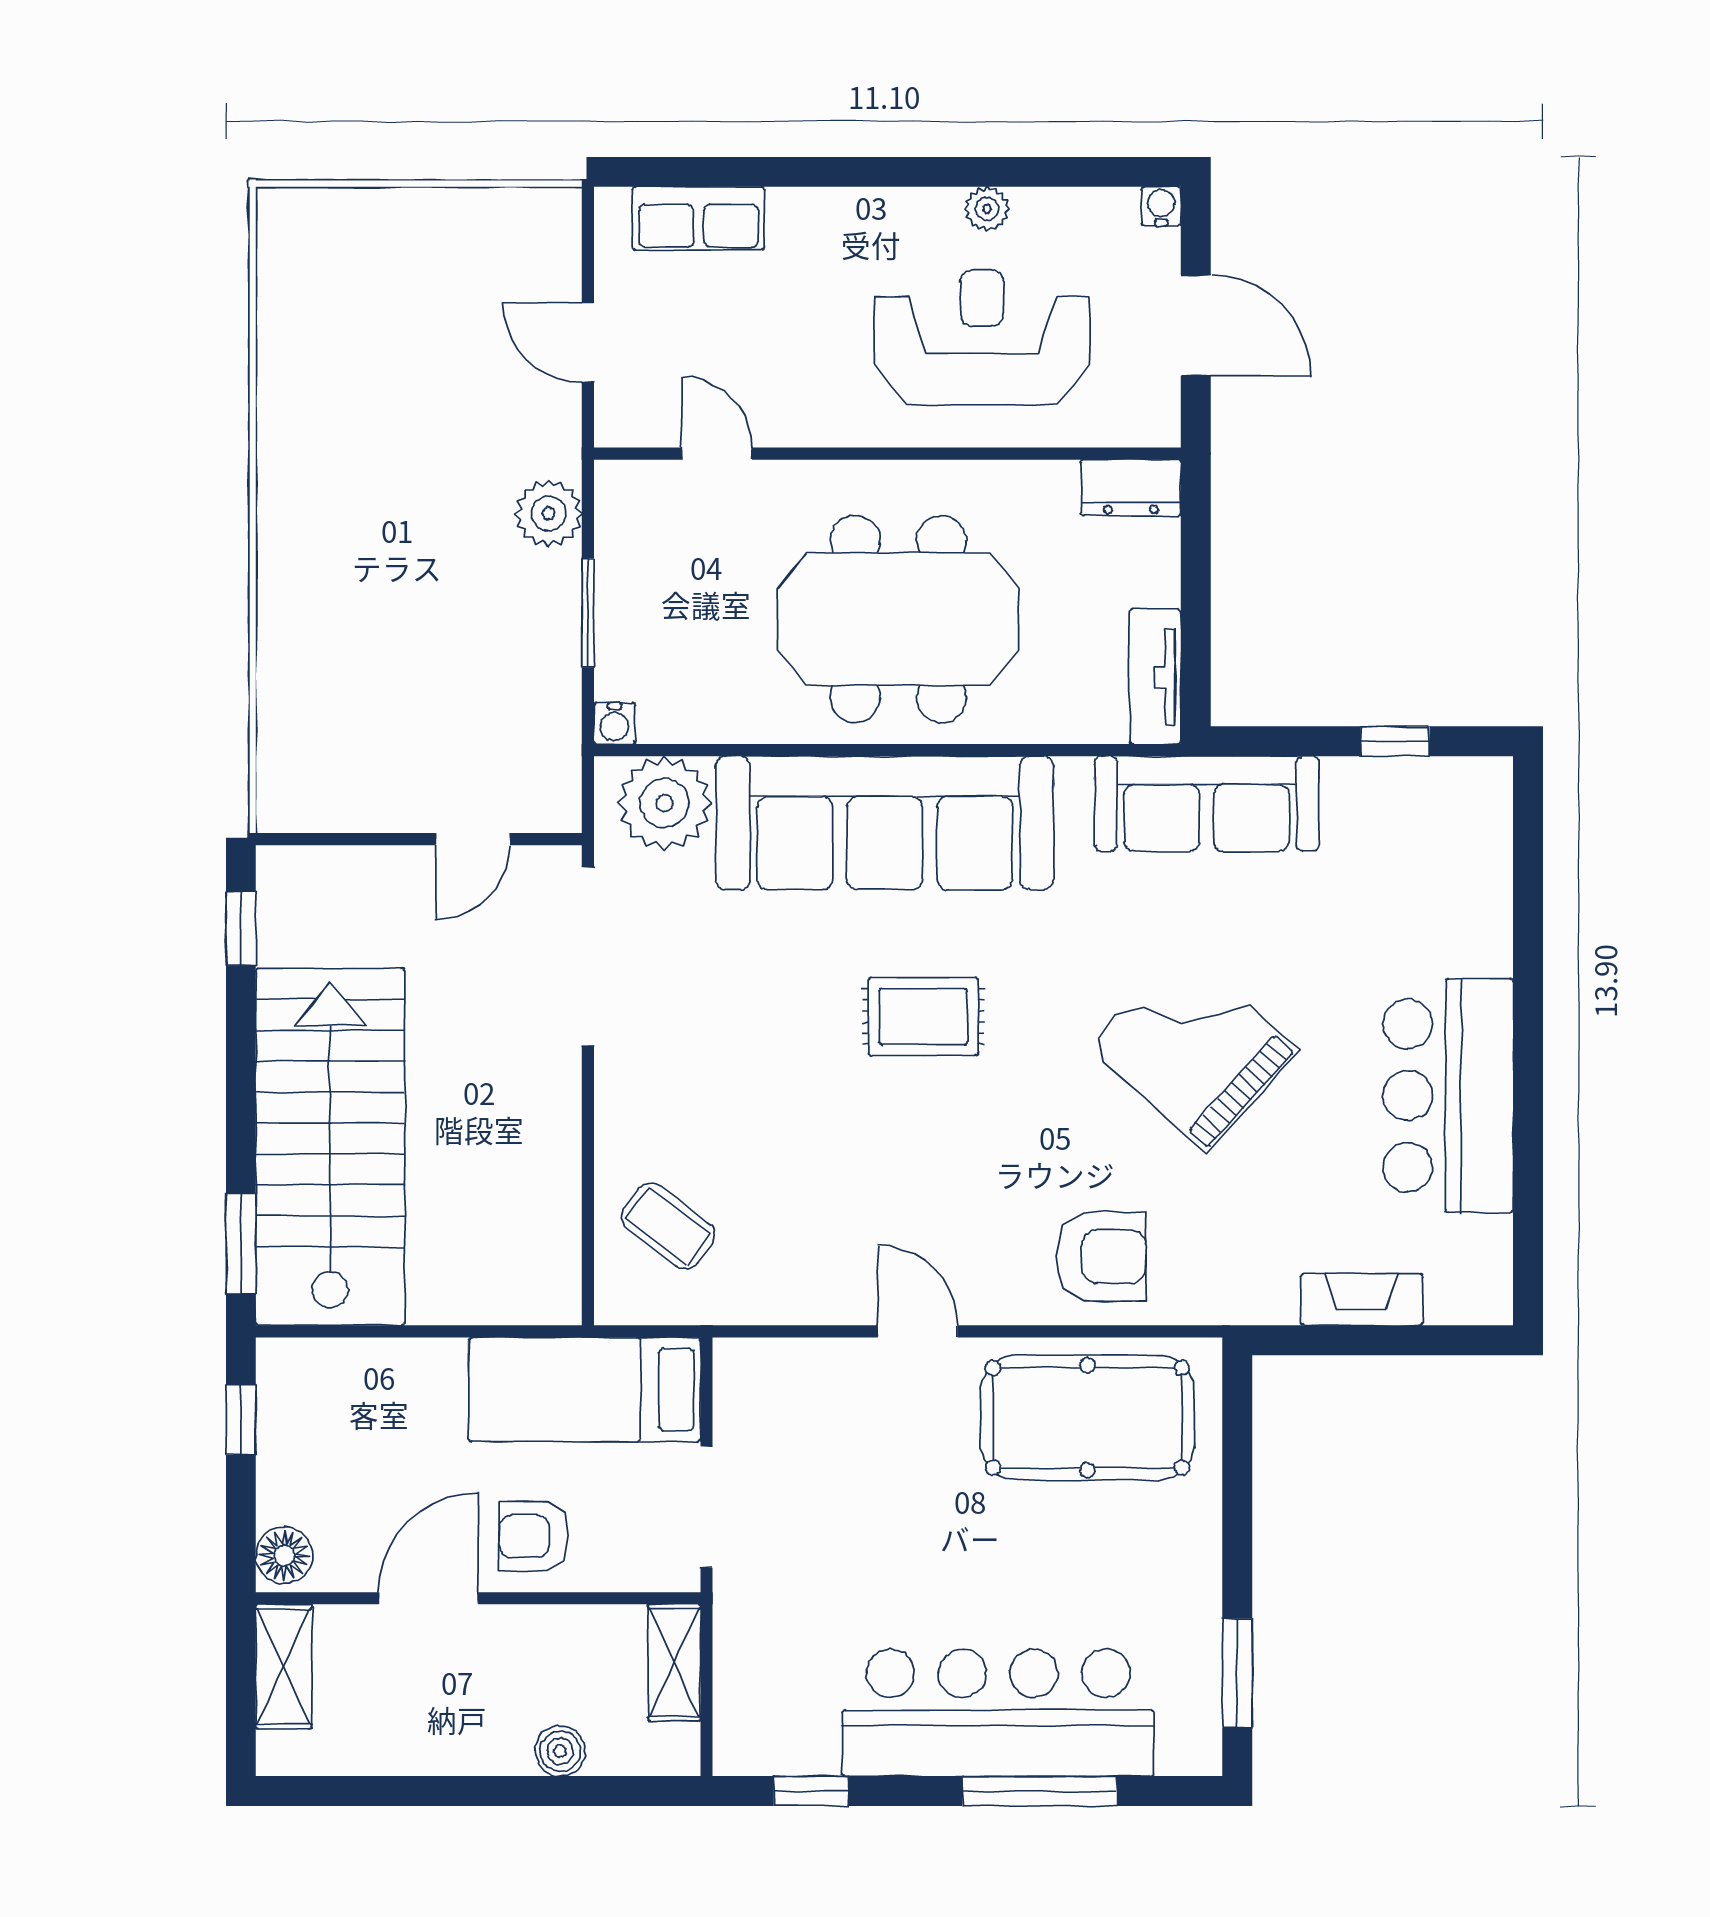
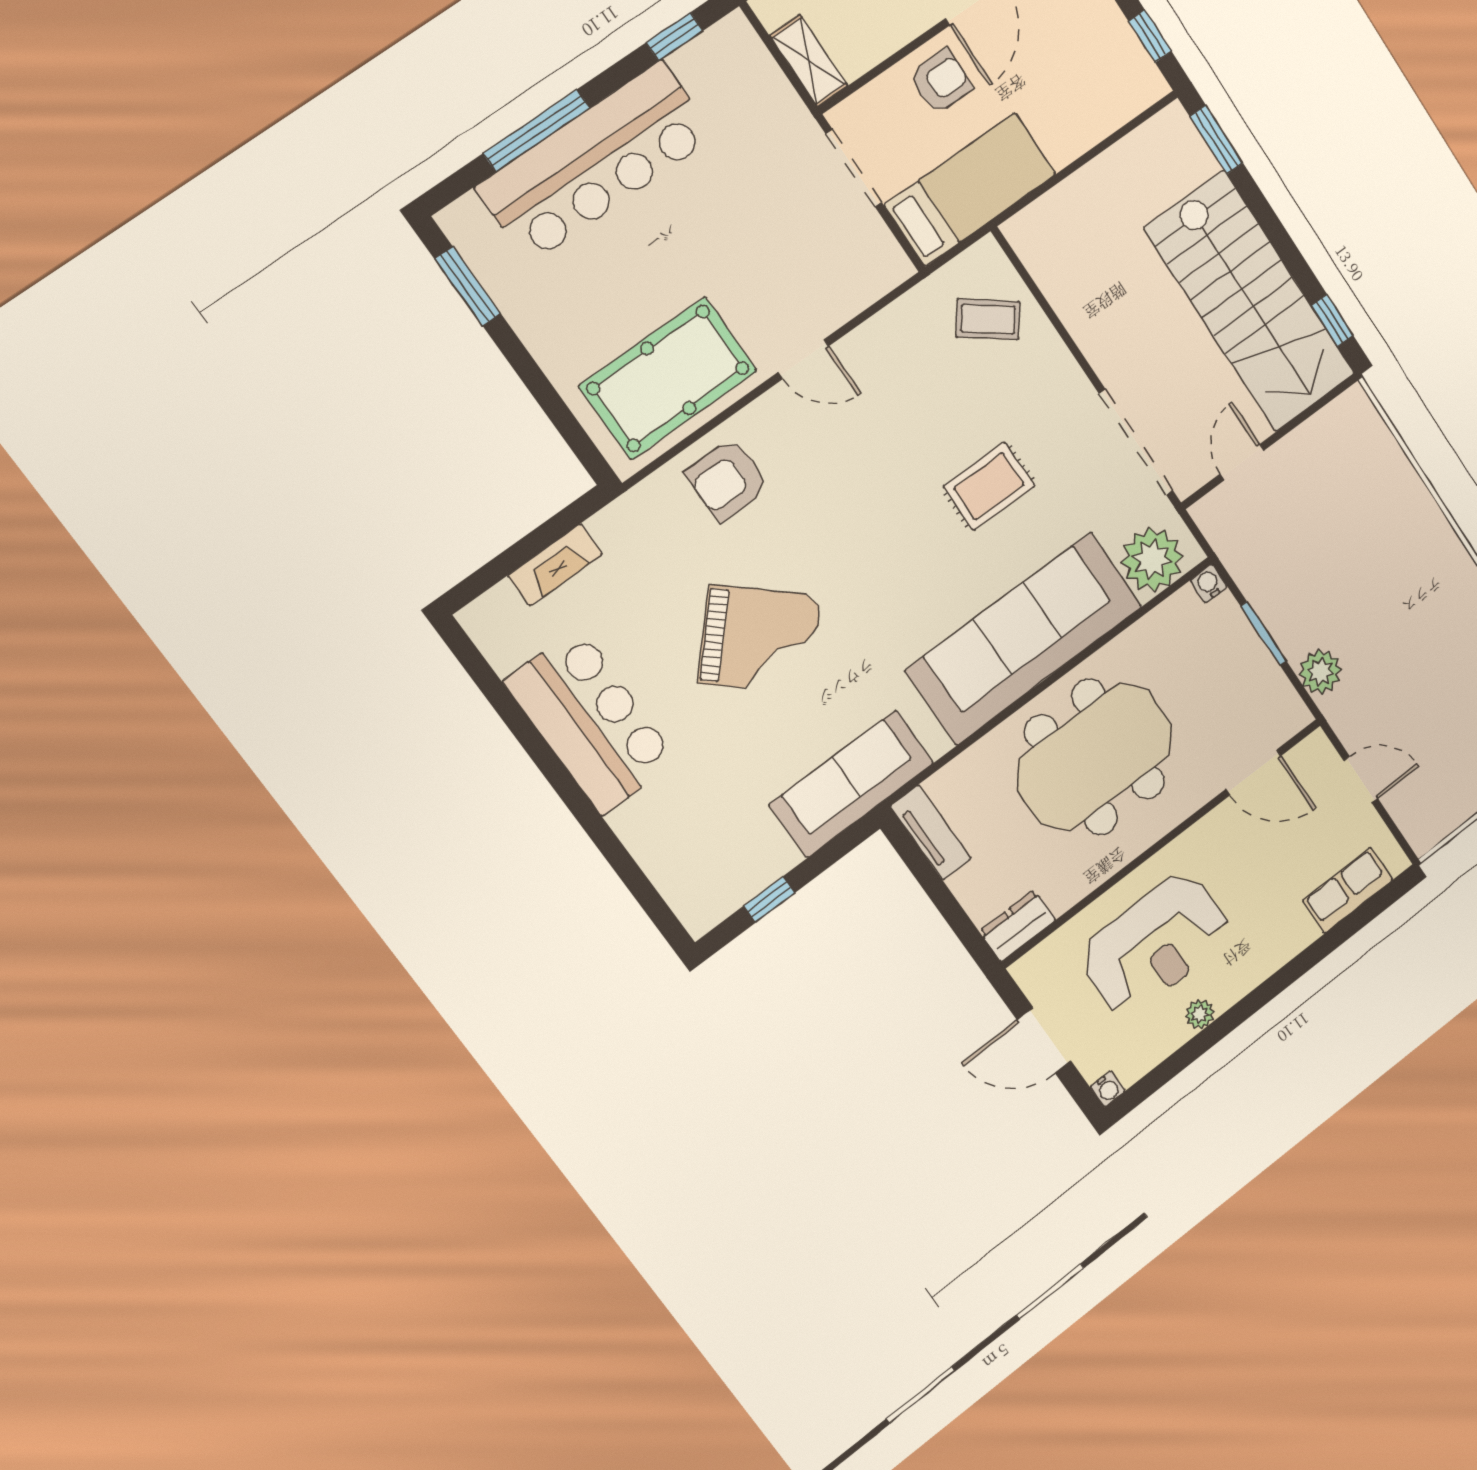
door: (717, 454) -> (1253, 772), width x1.38
rug: (923, 1017) -> (989, 486), moved
stairs: (330, 1147) -> (1250, 302), moved

